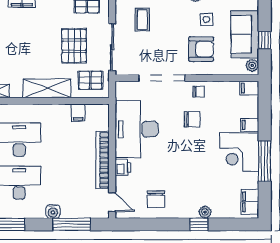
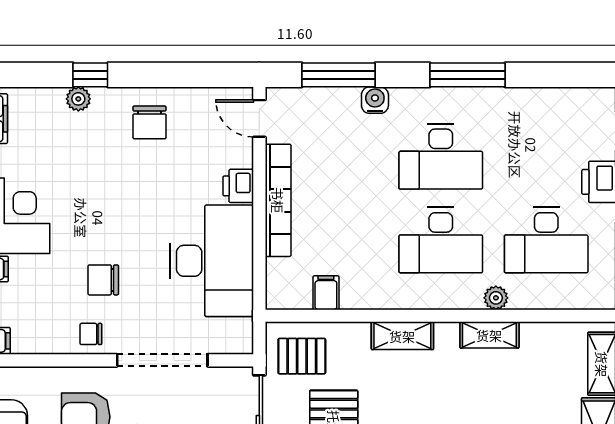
shelving: (47, 88) -> (402, 336), width x0.67, depth x0.75
chair: (156, 199) -> (150, 122), moved, turned 180

